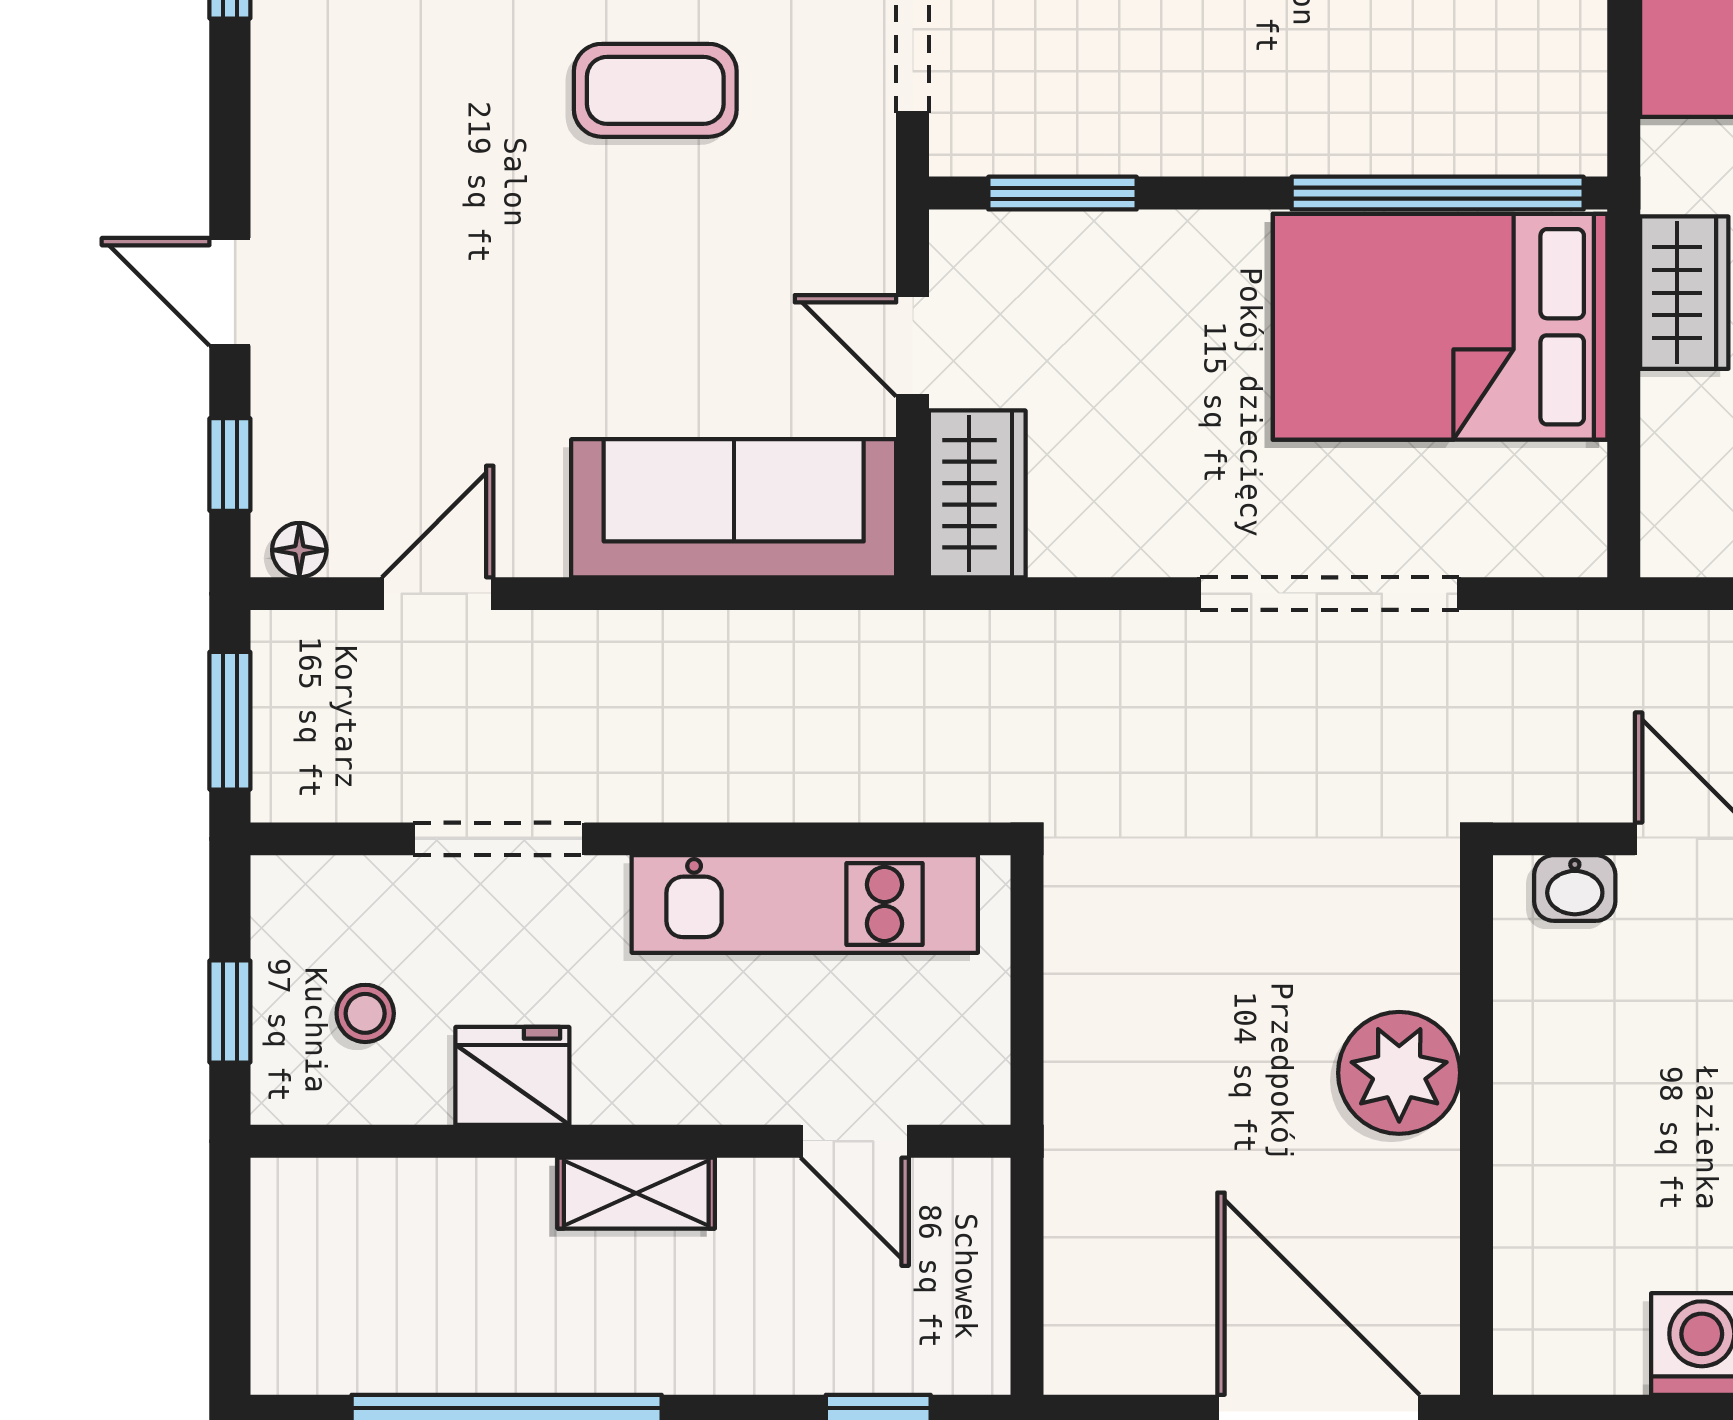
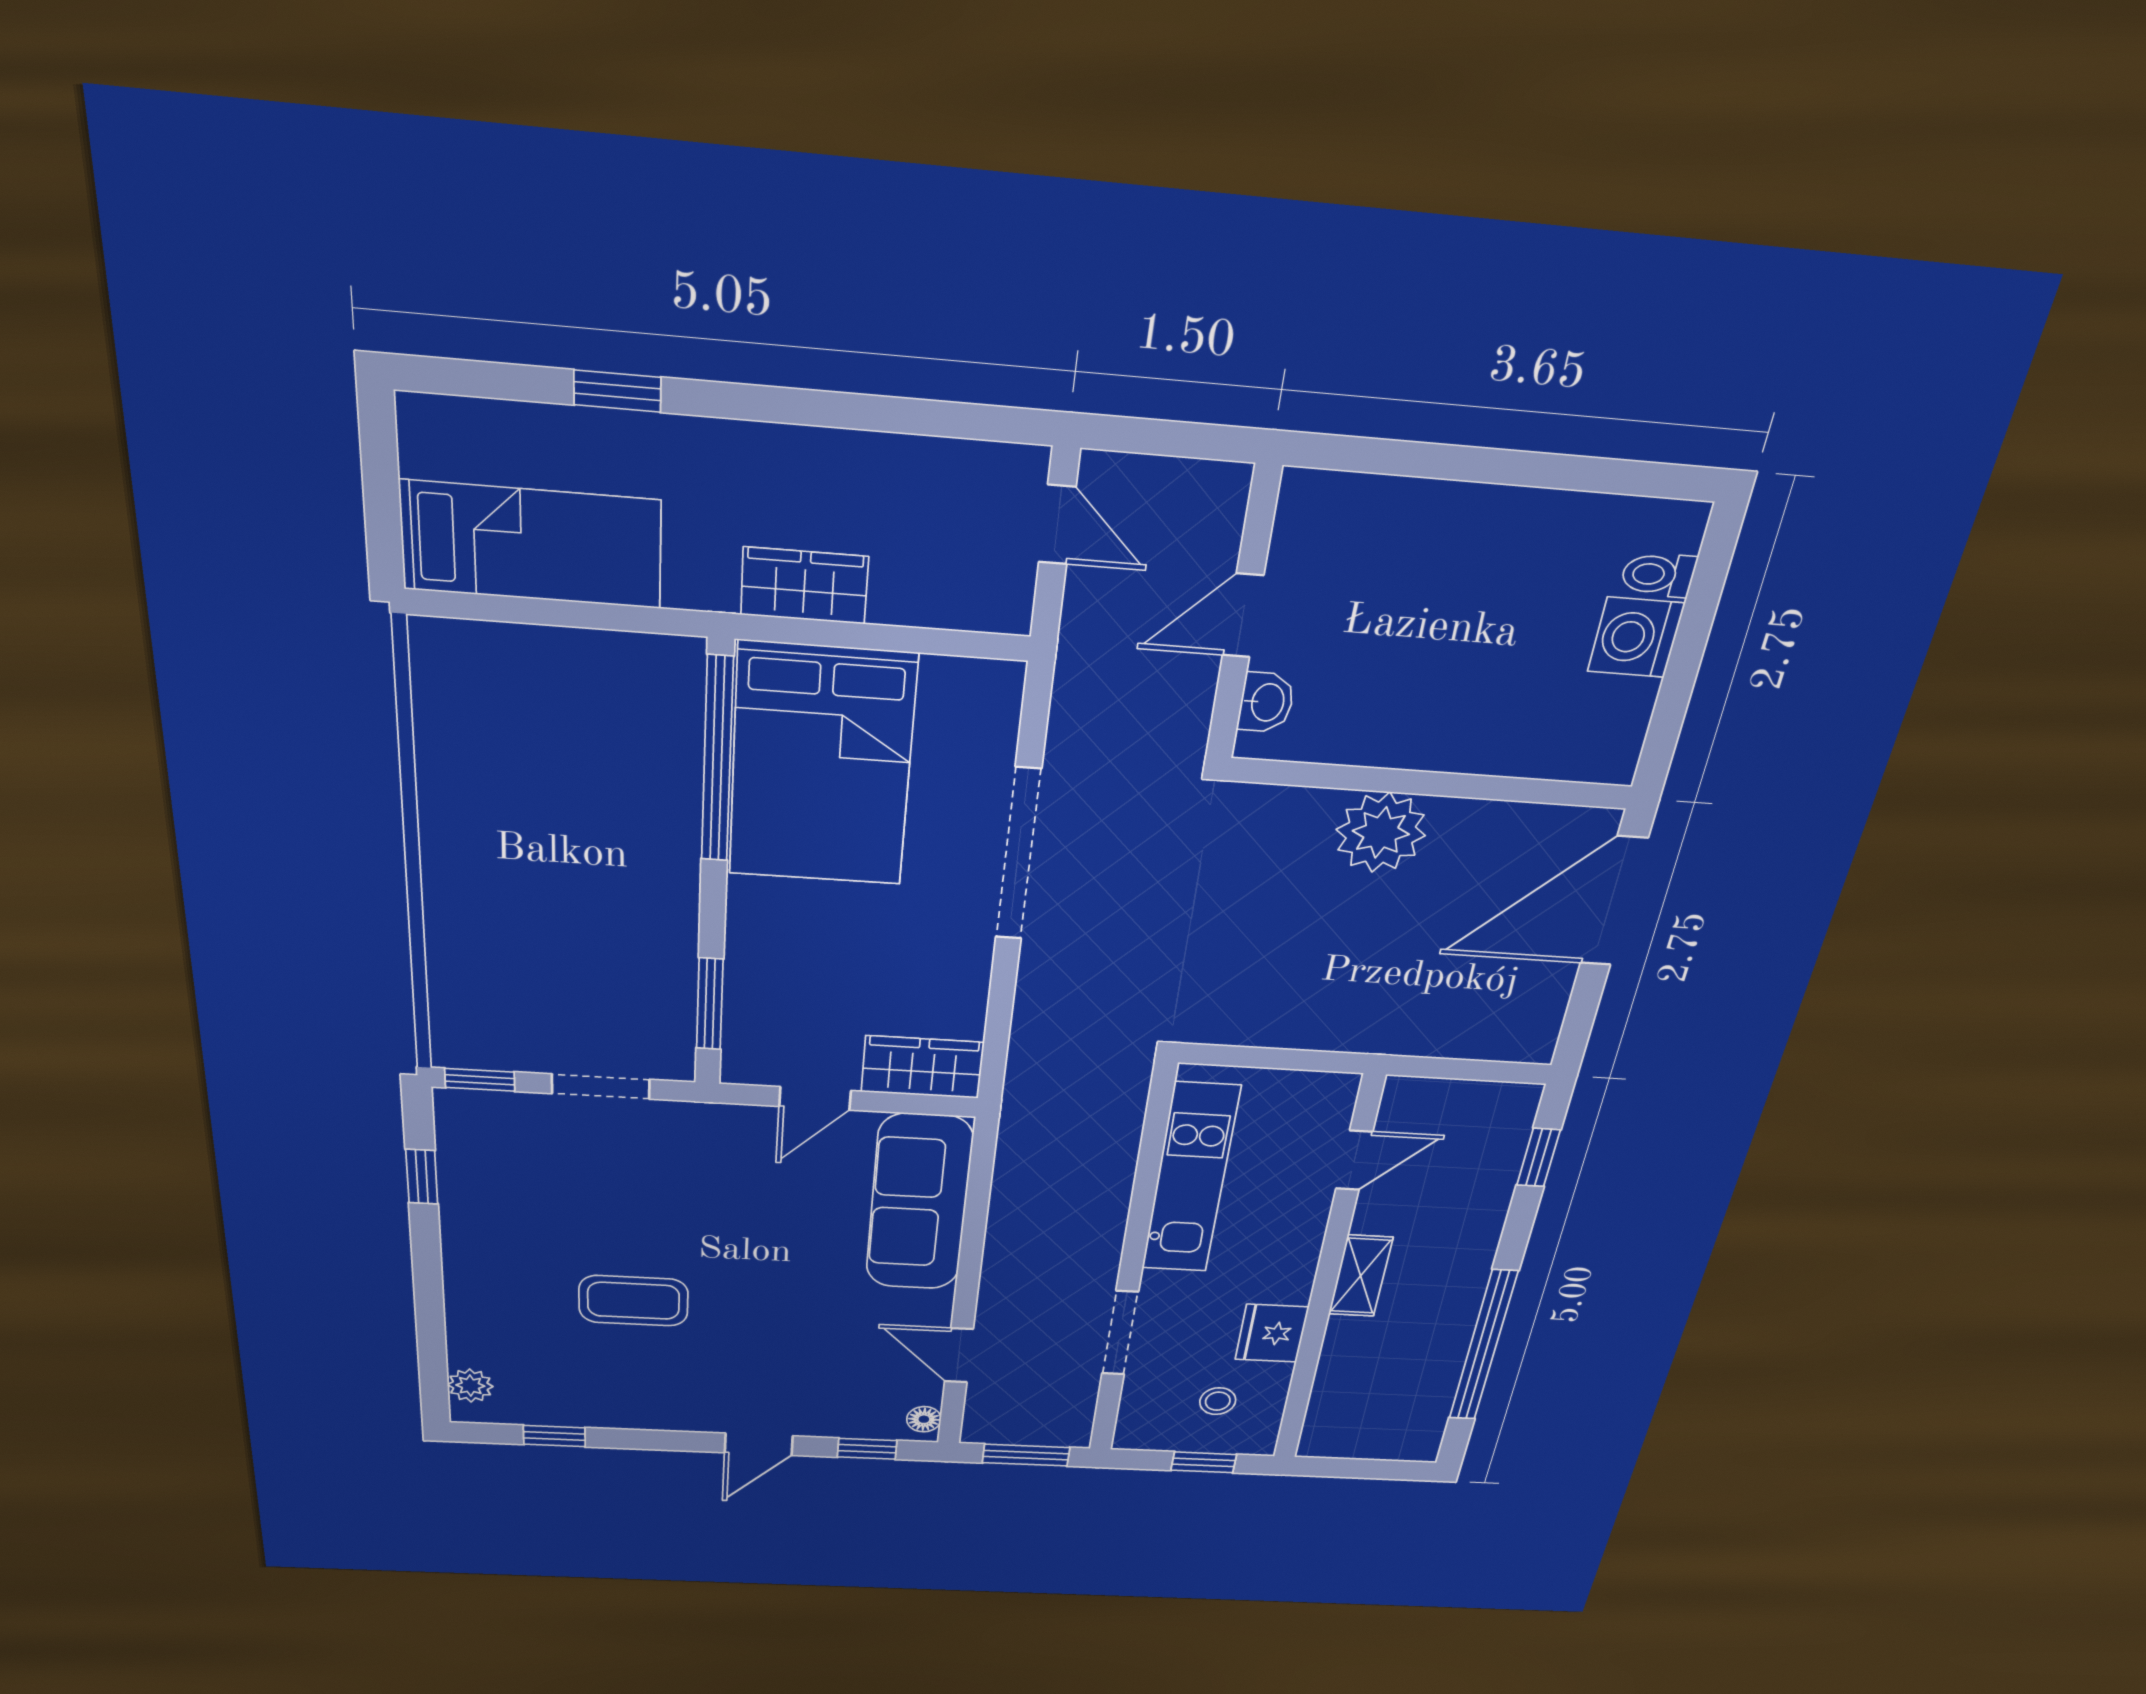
coffee table: (655, 90) -> (633, 1301), moved, turned 90

